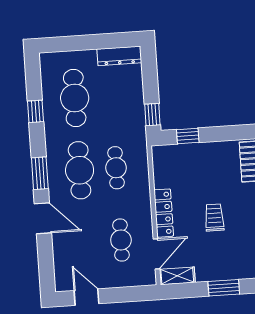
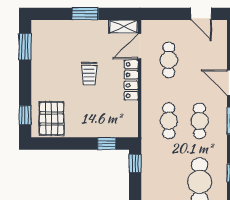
cafe table: (80, 170) -> (200, 121), width x0.73, depth x0.74

